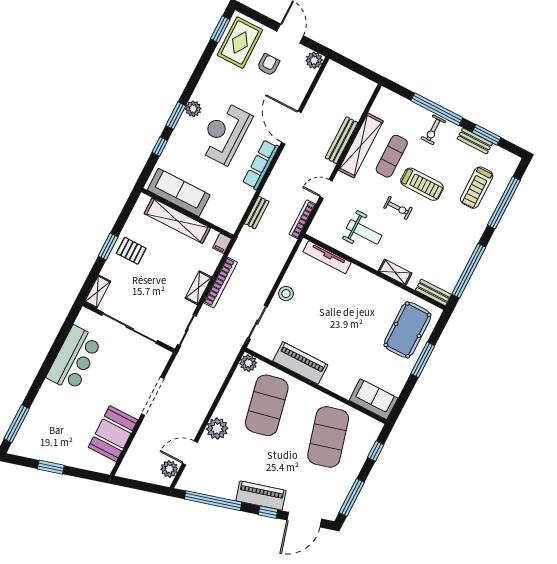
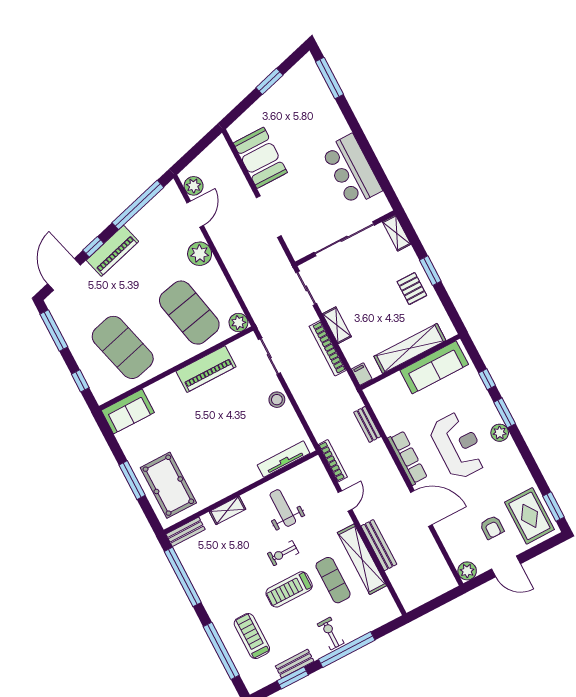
weight bench: (364, 232) -> (283, 508), turned 90
pallet: (131, 251) -> (412, 289), turned 90

